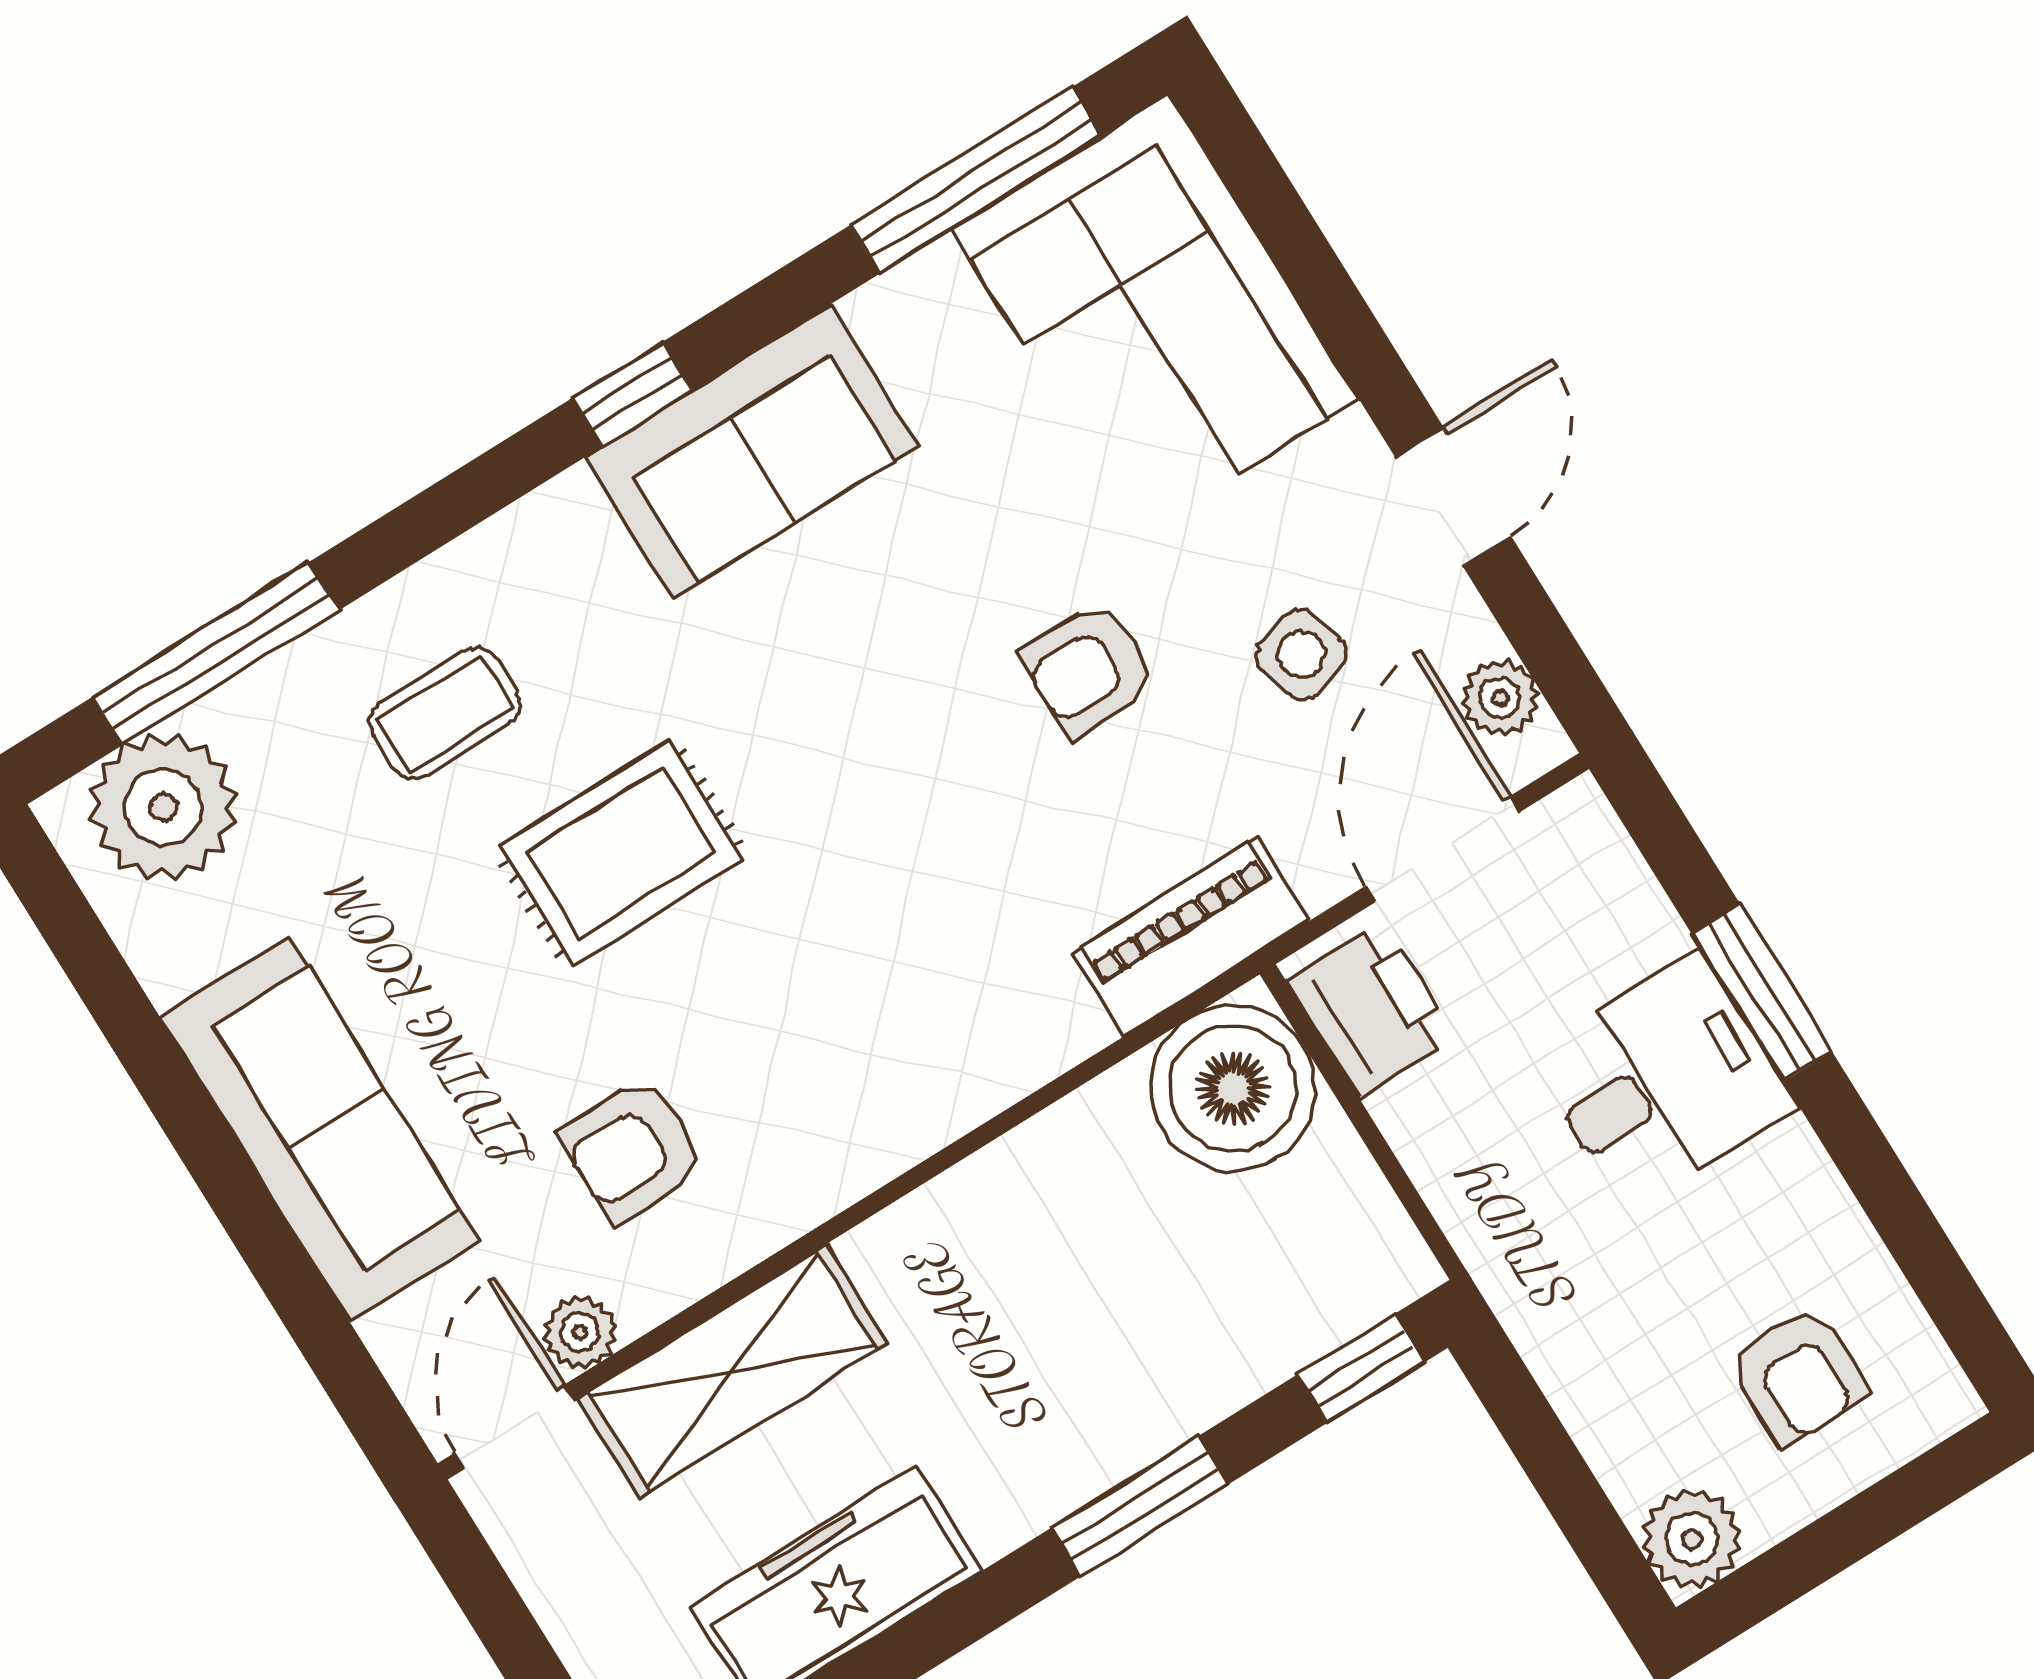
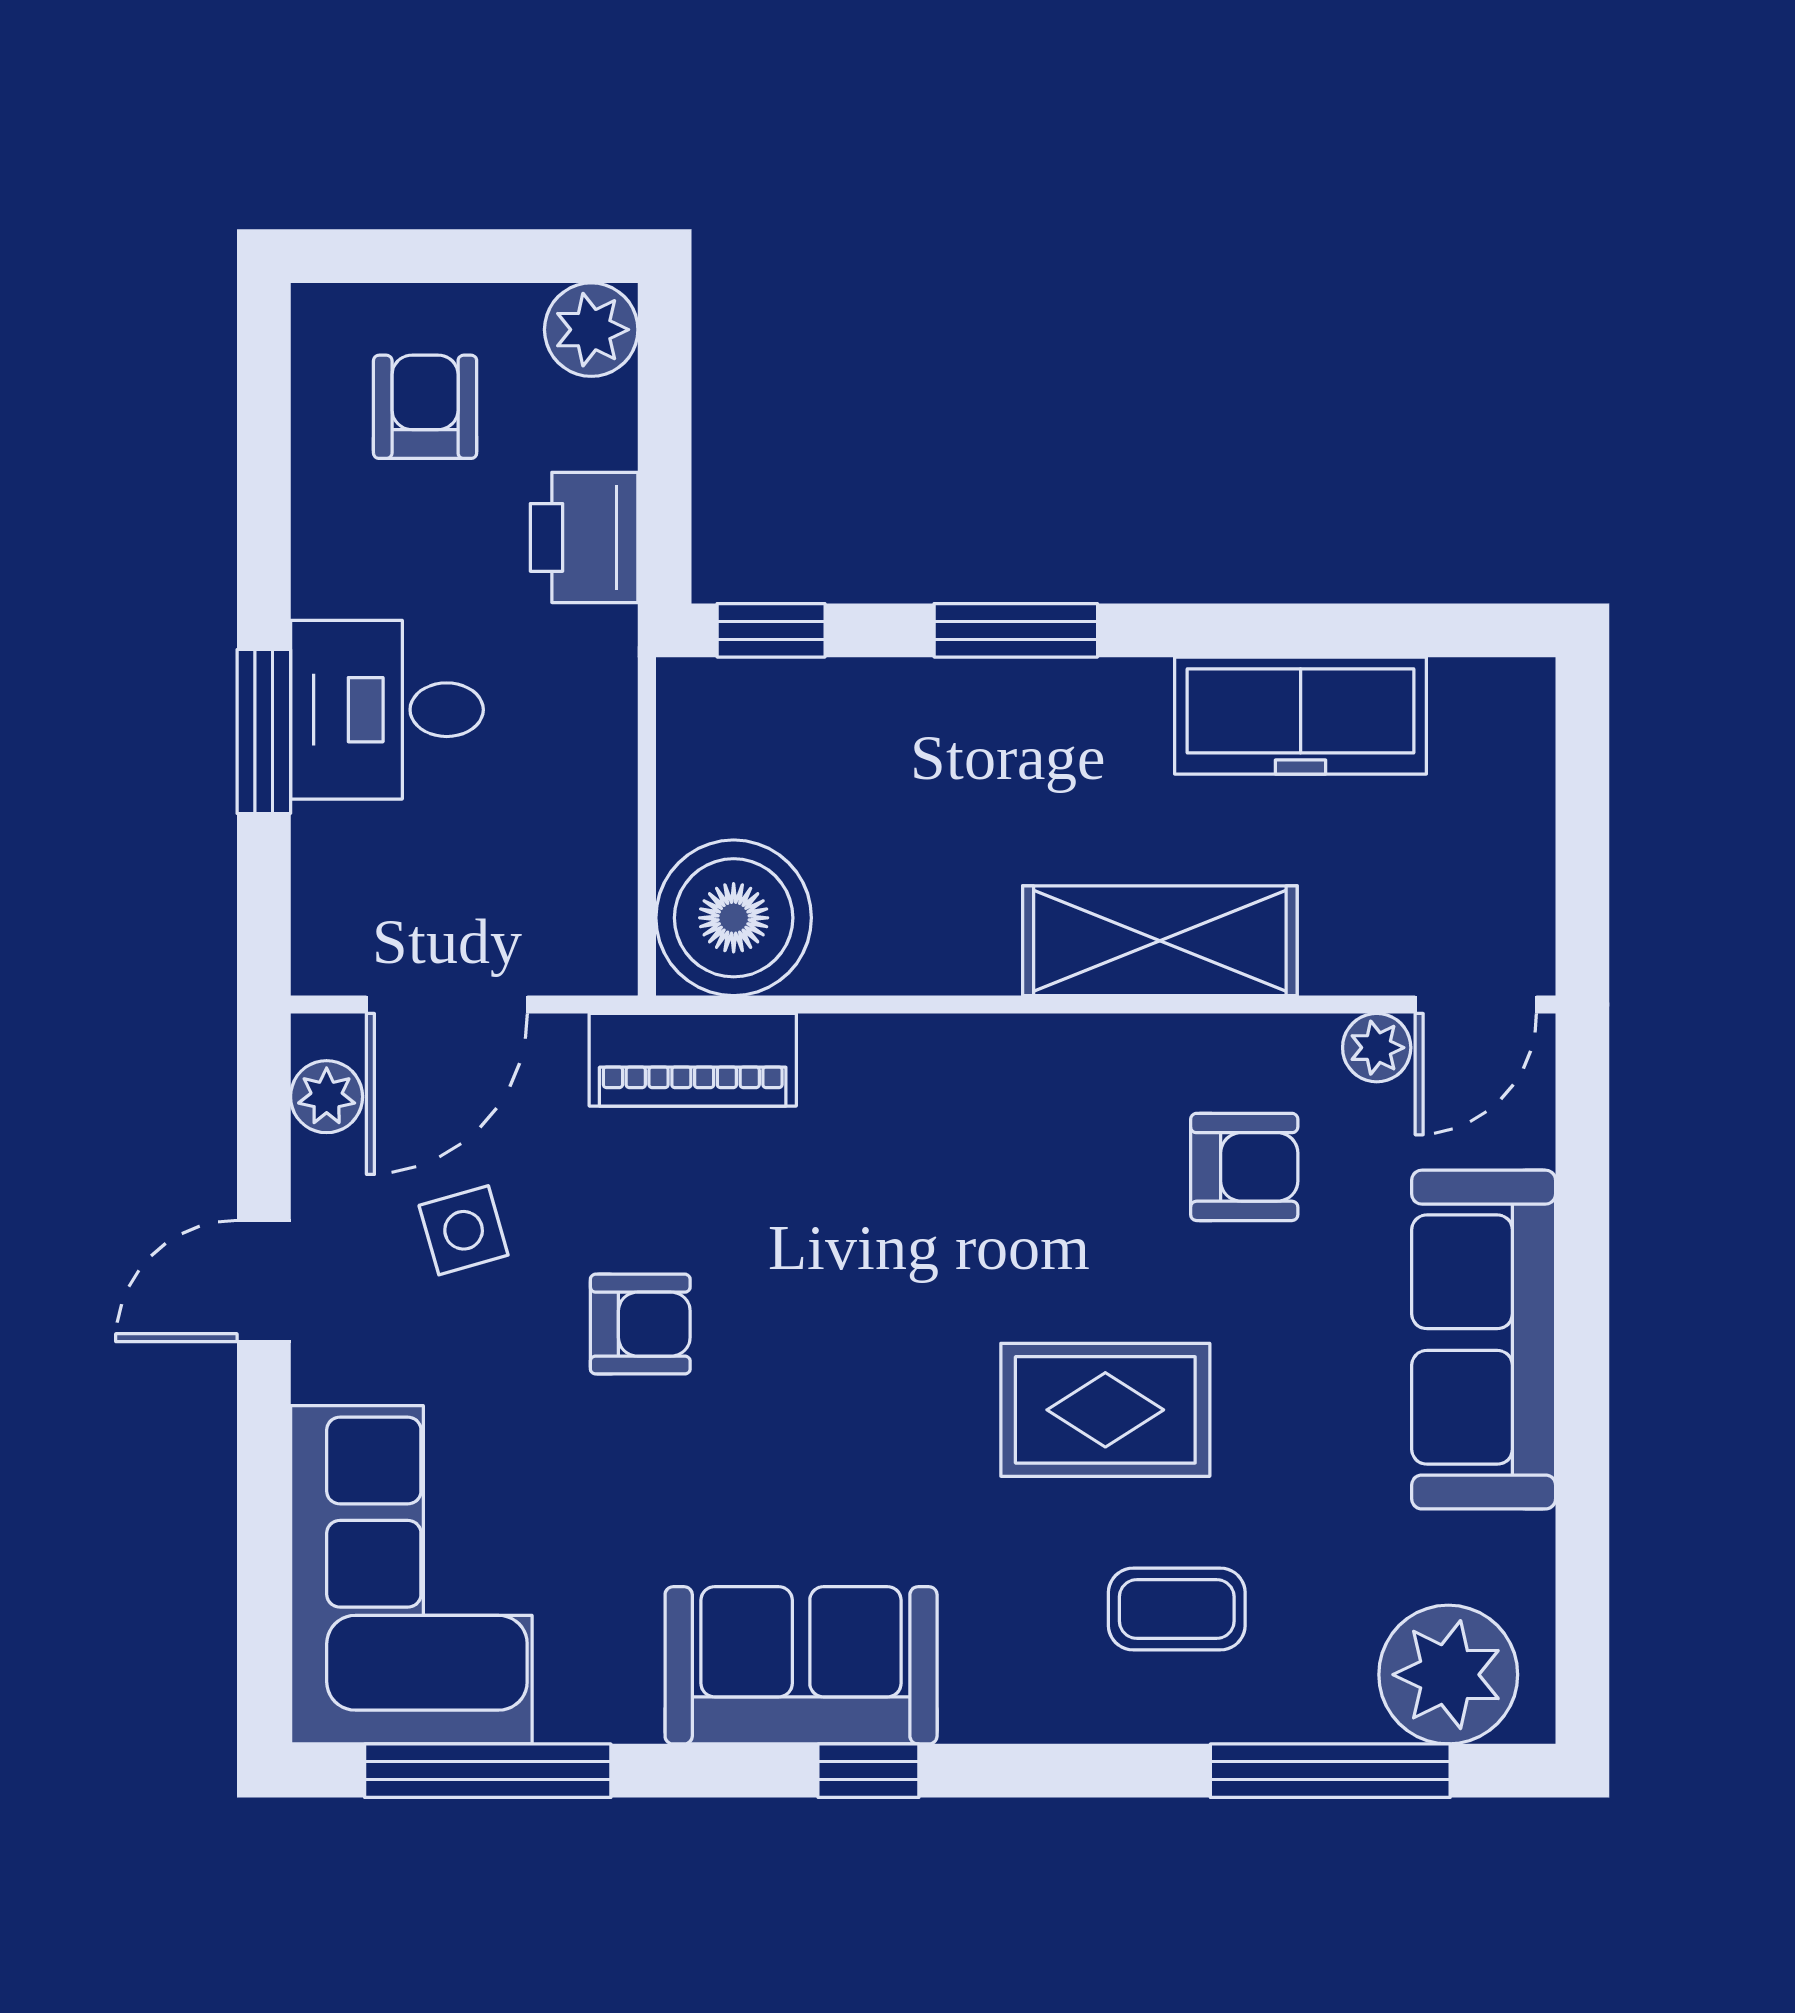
printer: (1371, 1009) -> (584, 537), moved
shelving: (733, 1371) -> (1160, 941), moved

